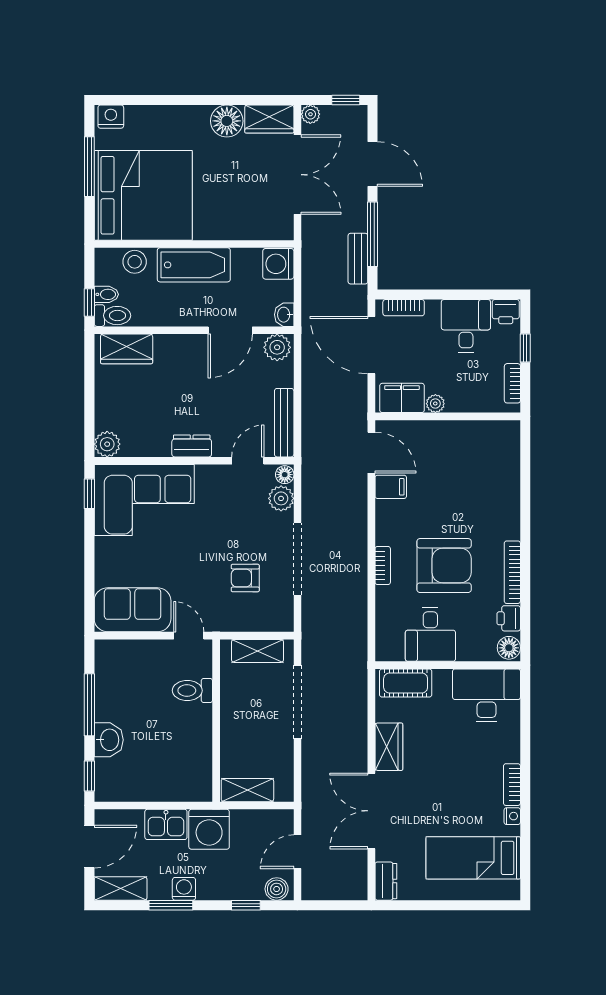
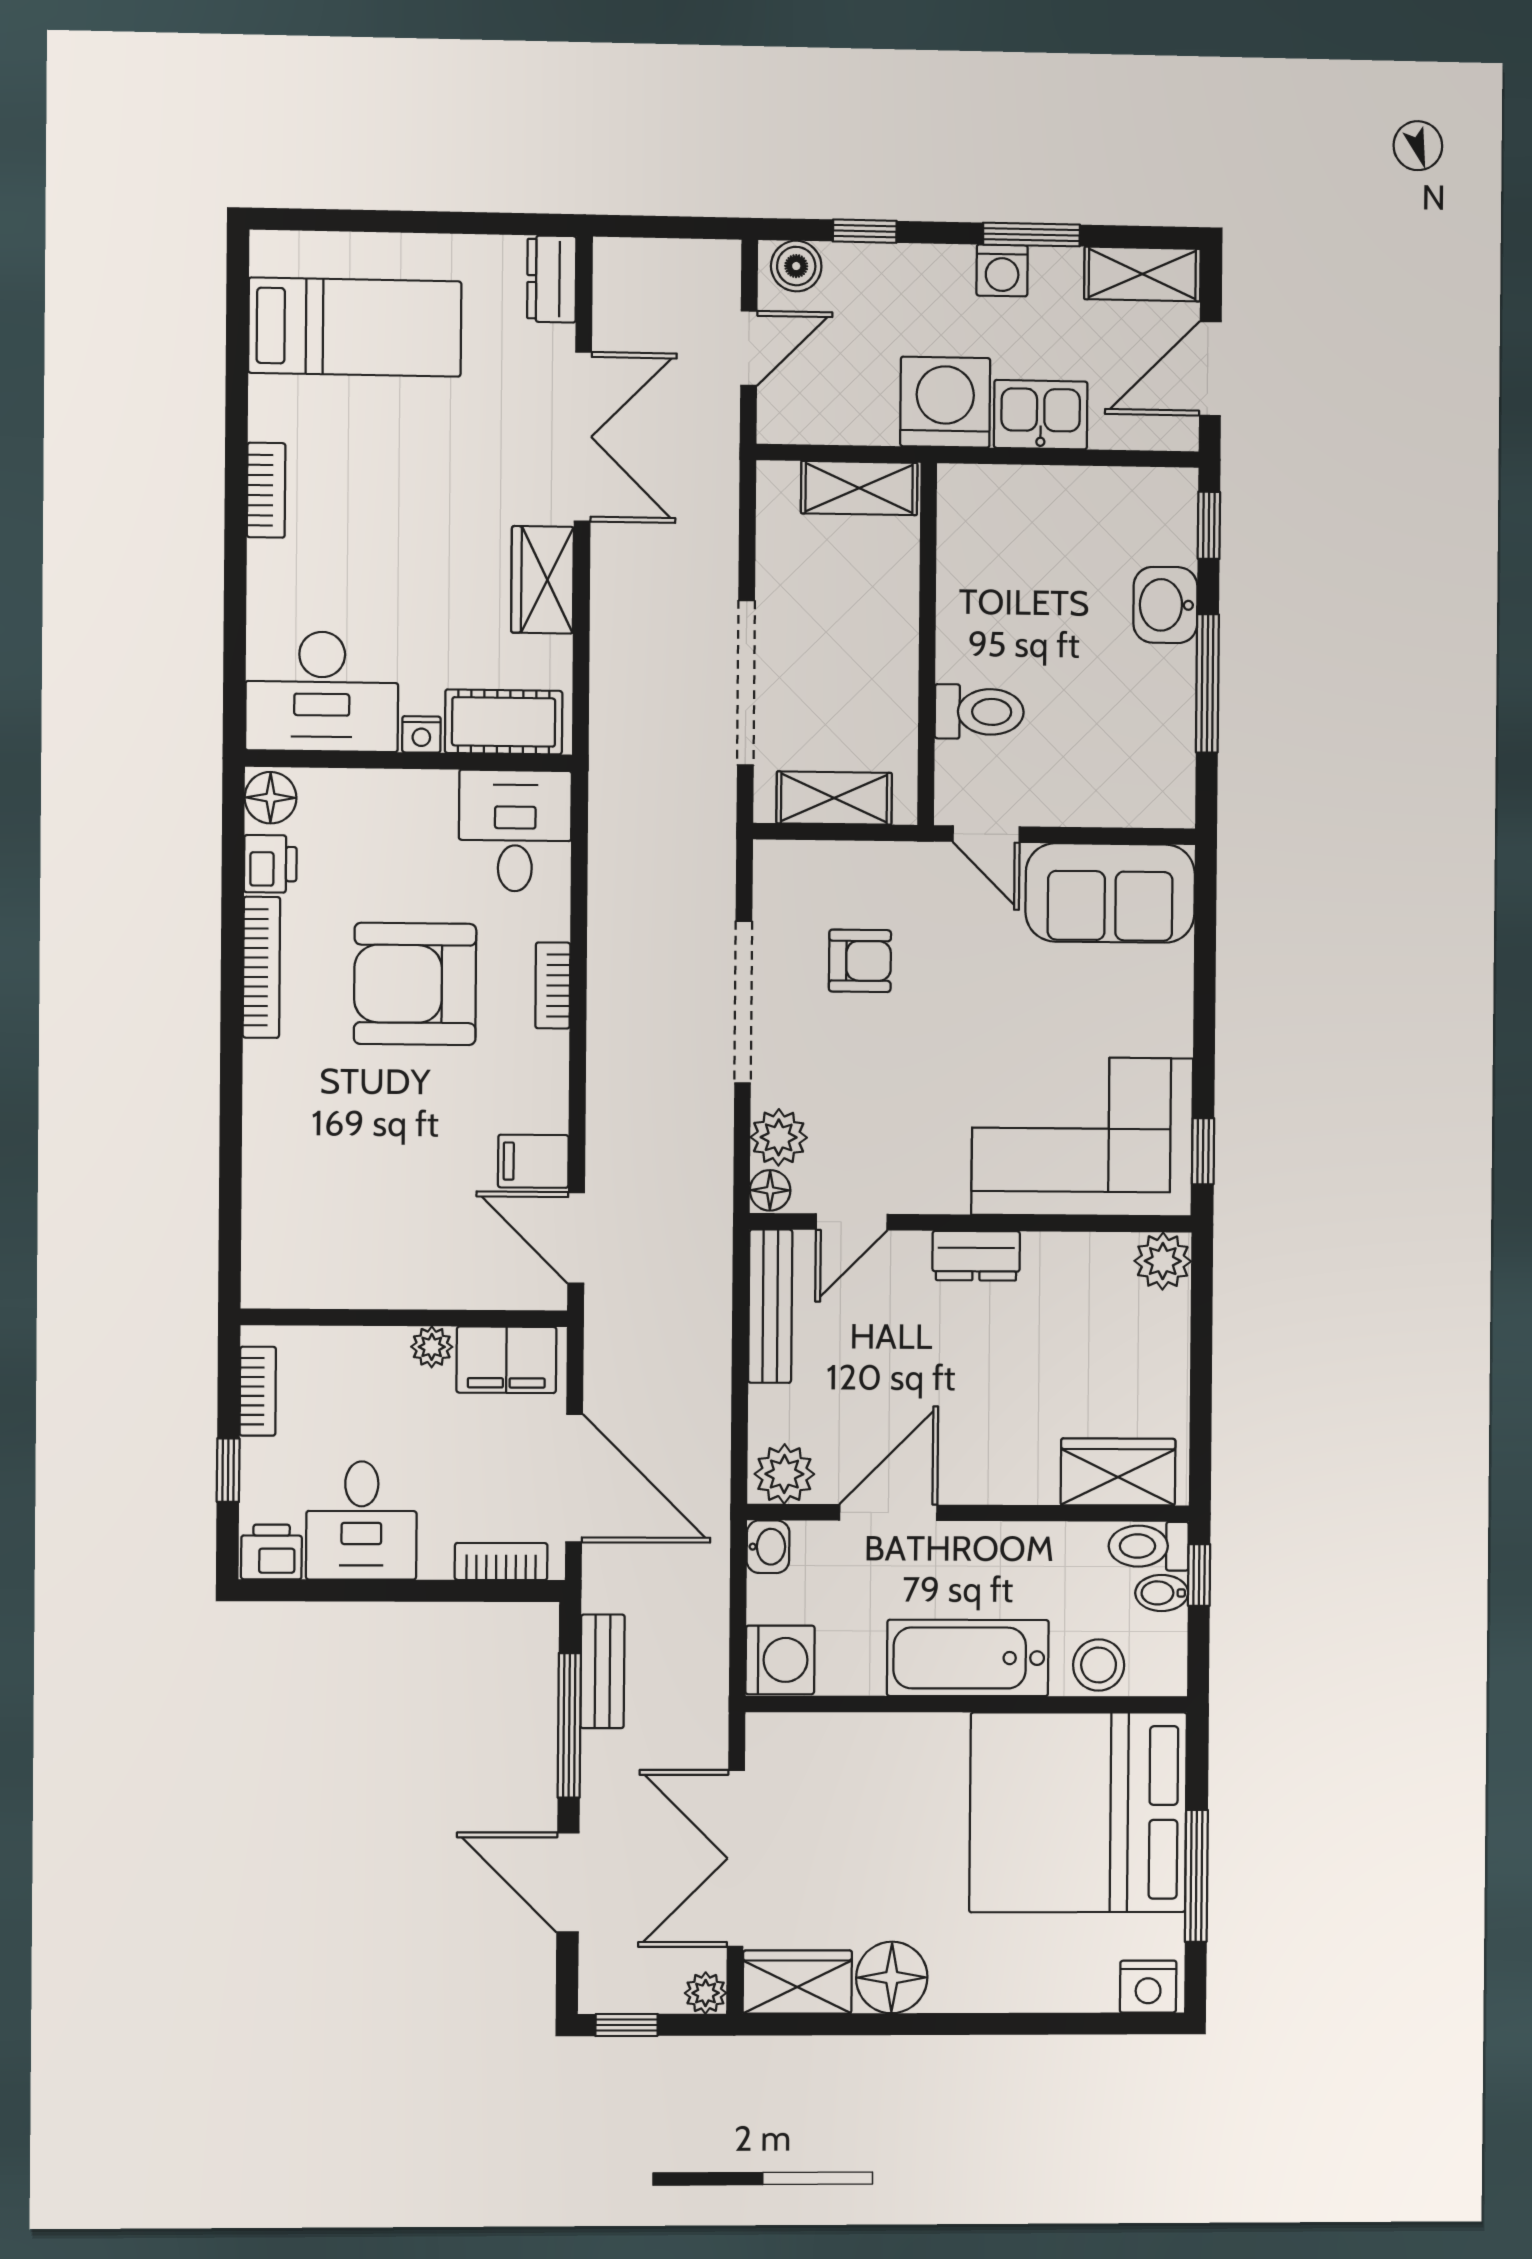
desk: (430, 634) -> (515, 831), moved
nightstand: (512, 816) -> (421, 734), moved, turned -90

